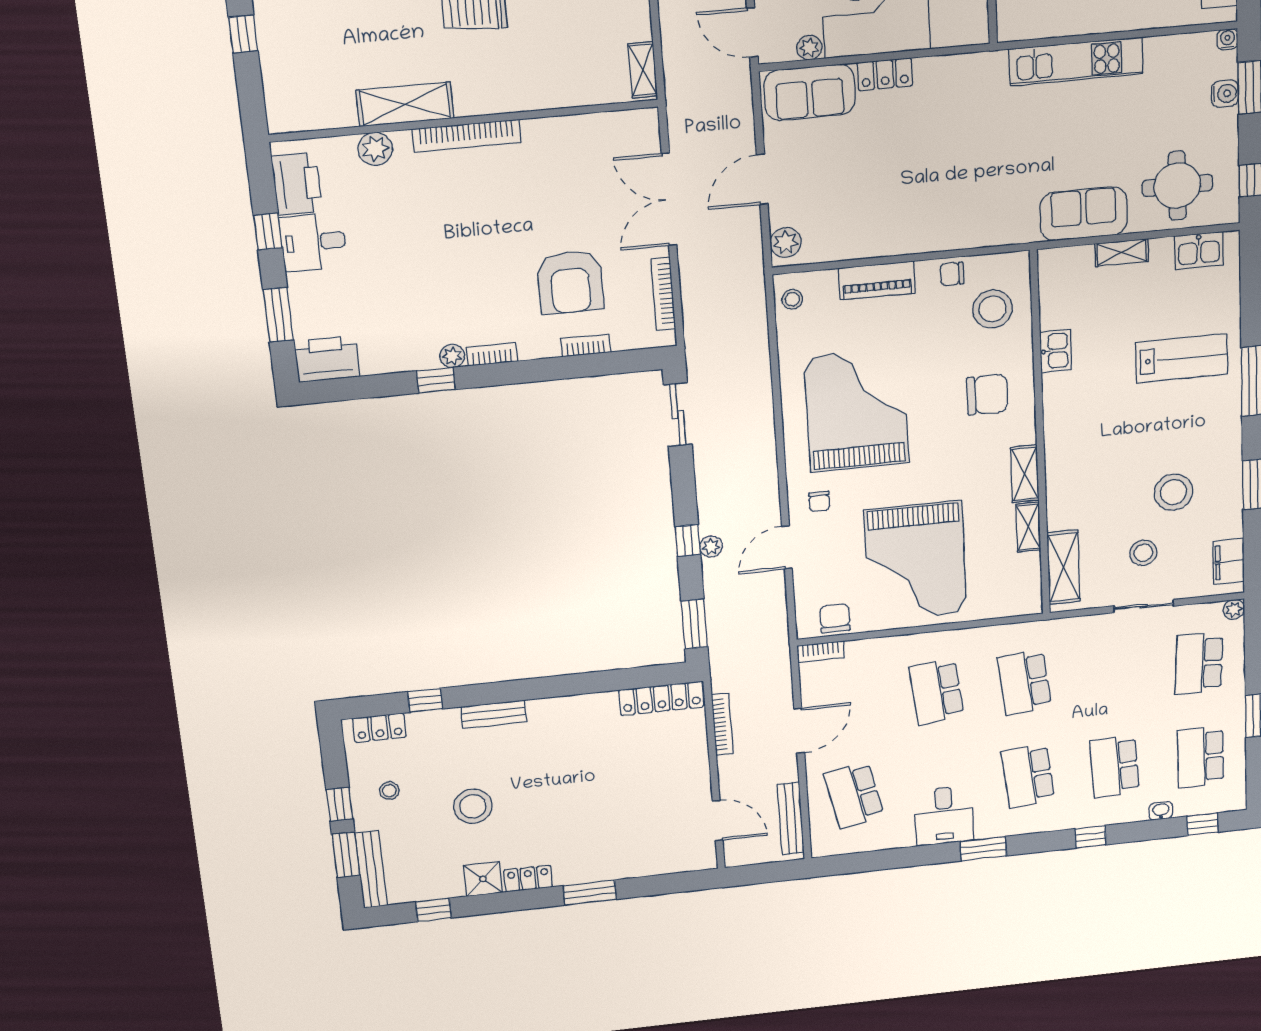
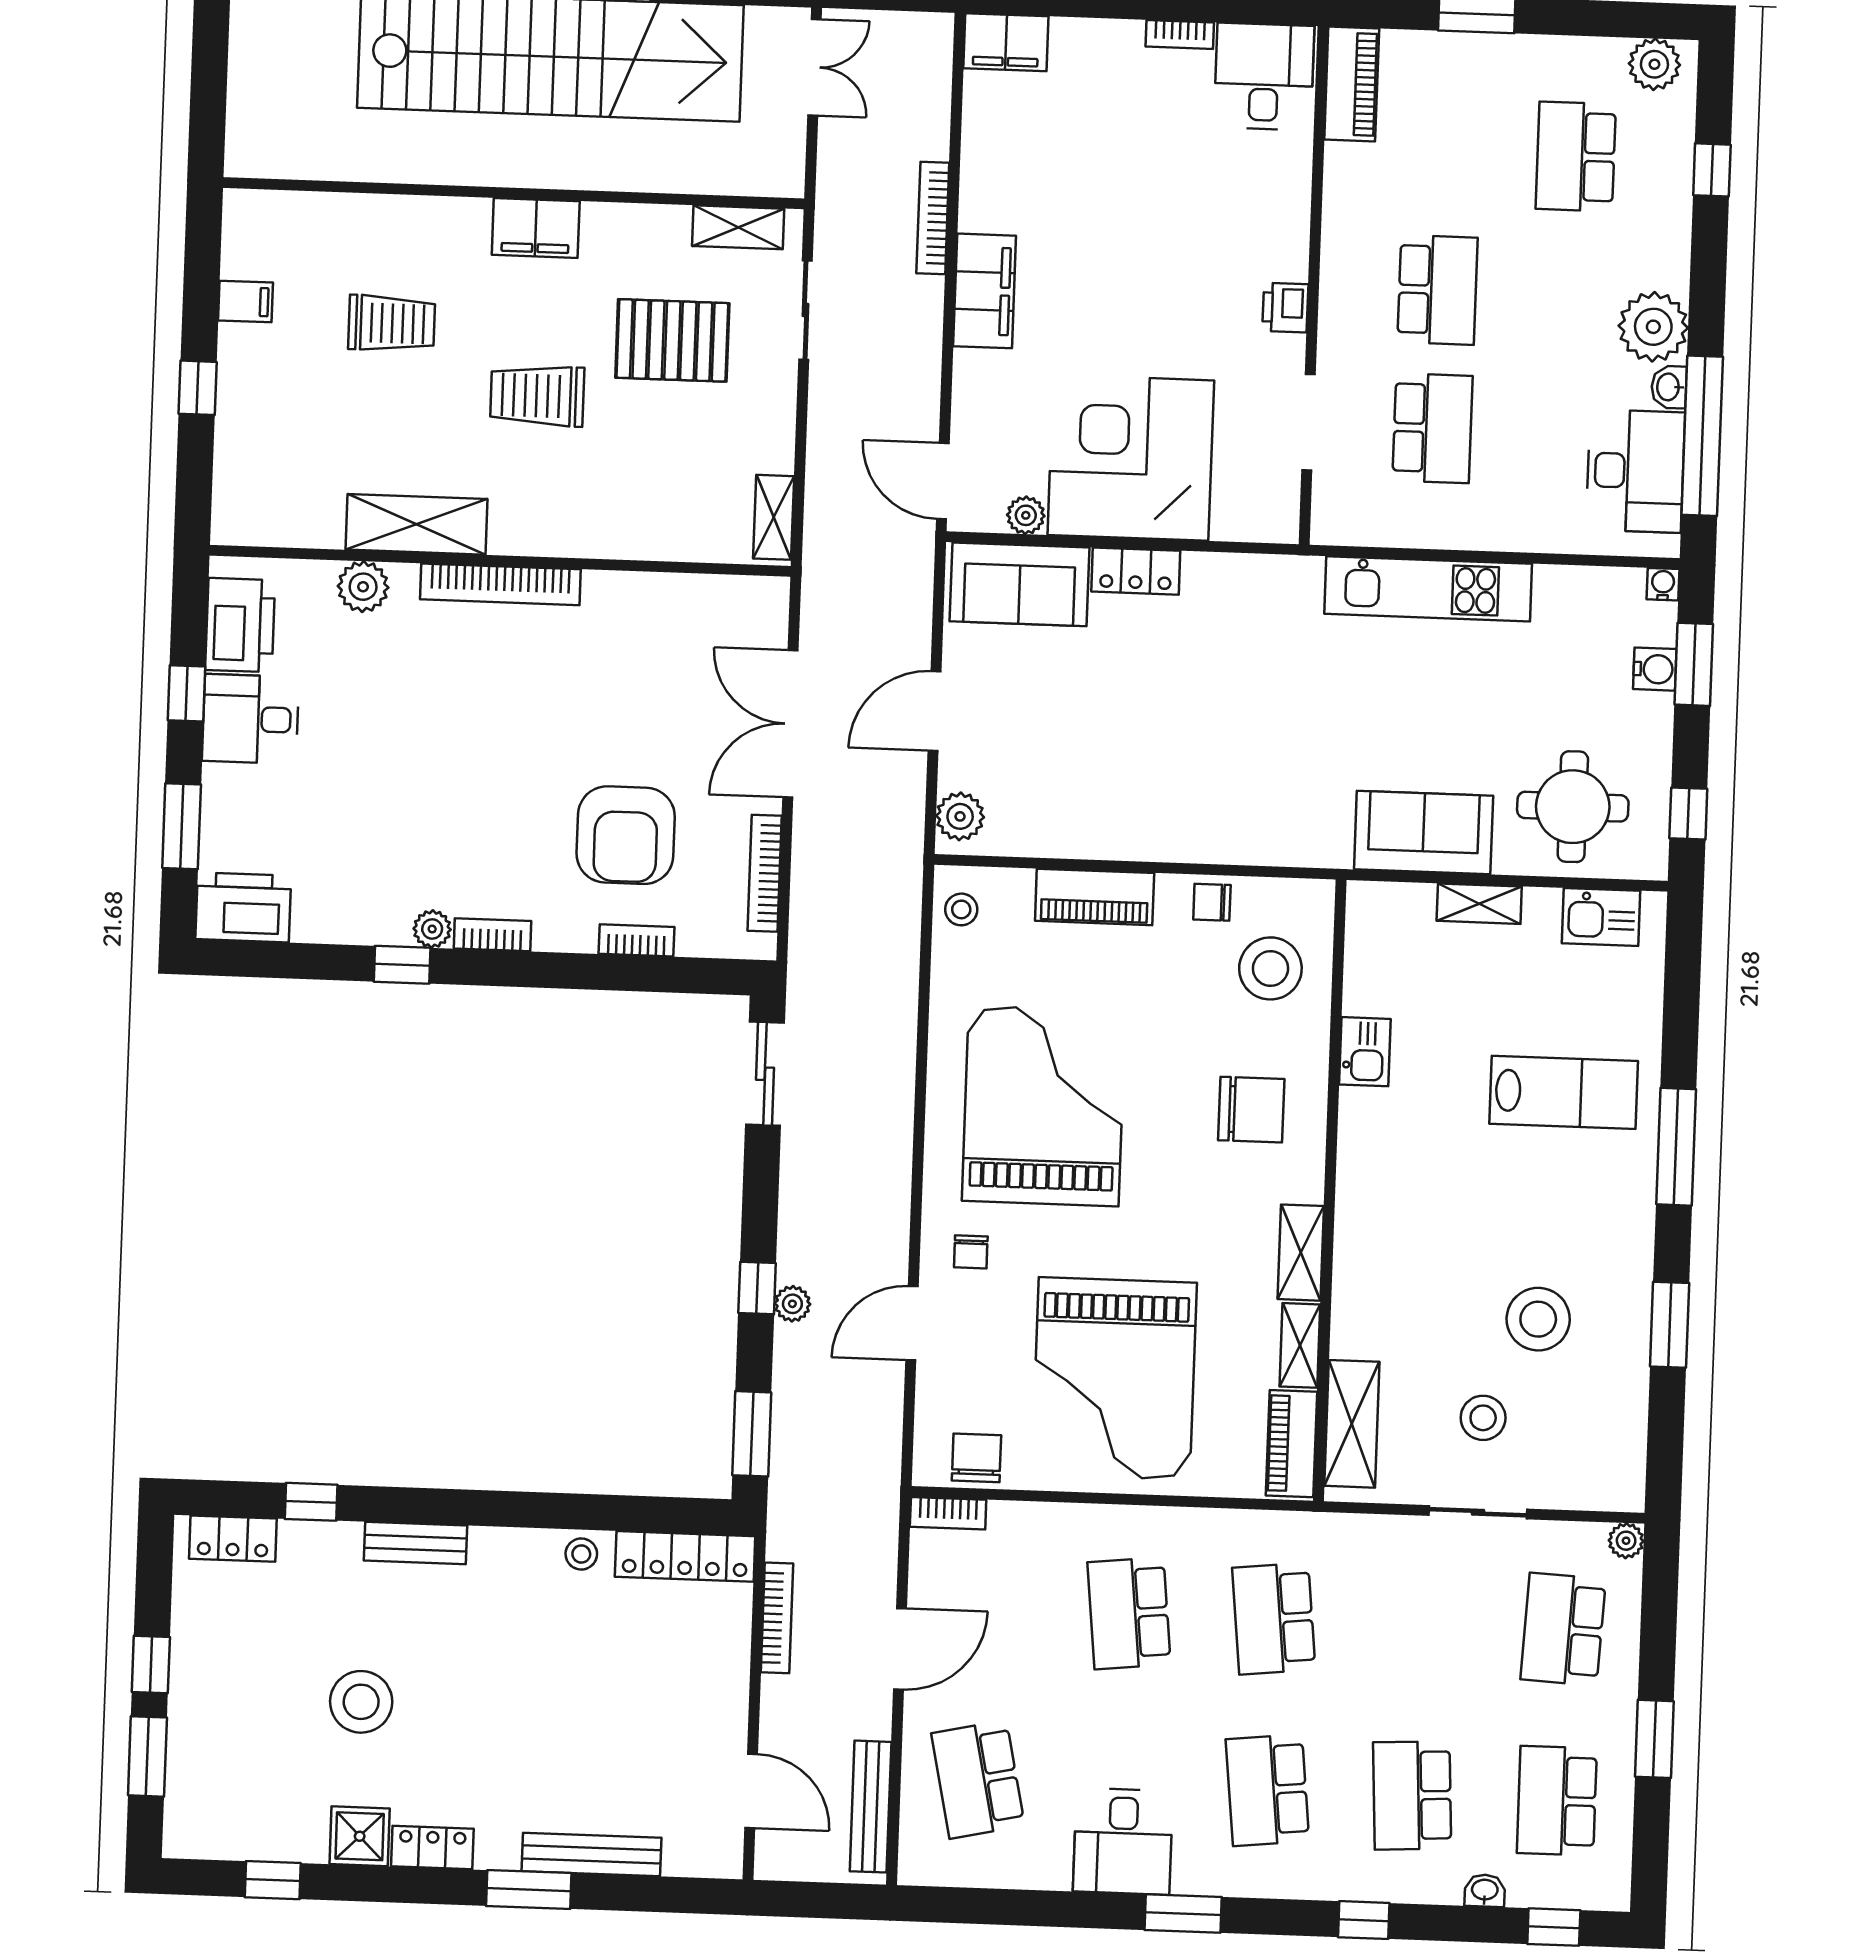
filing cabinet: (1229, 562) -> (1621, 1454), removed
piano: (1027, 583) -> (1291, 1444), added
stool: (389, 791) -> (581, 1554), moved
bench: (371, 869) -> (592, 1854), moved, turned 90

